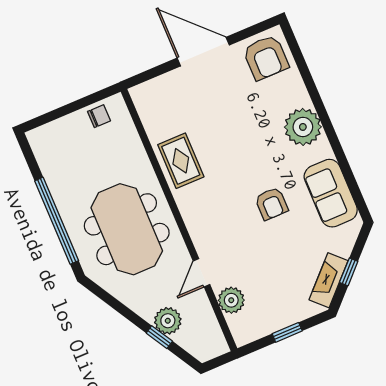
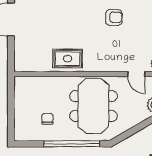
chair: (99, 116) -> (47, 119), moved
meeting table: (127, 229) -> (93, 106), turned 90

